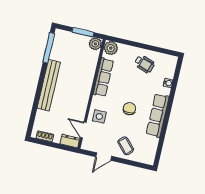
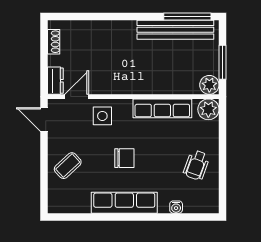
bench: (49, 85) -> (175, 30), moved
door: (104, 157) -> (44, 119), moved

